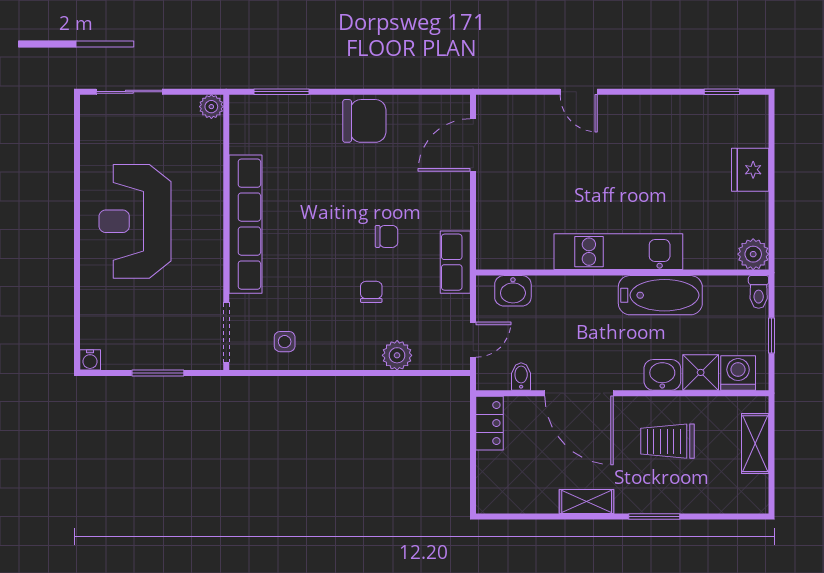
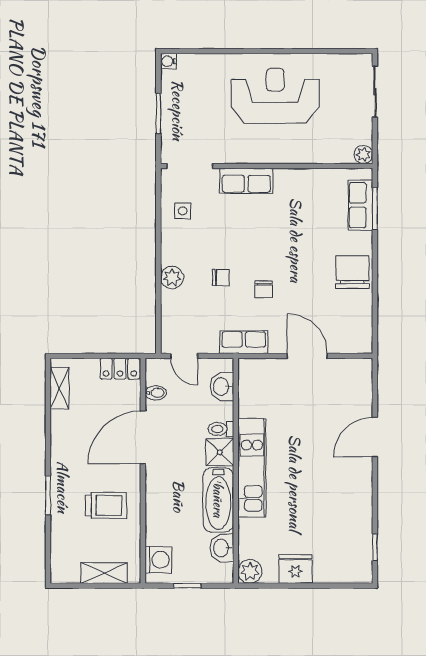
door: (579, 92) -> (375, 437), width x1.38
row of seats: (277, 110) -> (361, 205), added
chair: (364, 121) -> (352, 272), turned 180
door: (473, 145) -> (307, 356), moved
fridge: (750, 170) -> (295, 569), moved
row of seats: (245, 224) -> (246, 181), width x0.50
toilet: (759, 292) -> (221, 429), moved
plant: (397, 355) -> (172, 278), moved
shower: (701, 372) -> (220, 452), moved
washbasin: (662, 375) -> (222, 548), moved, turned 180
trolley: (667, 441) -> (106, 505), turned 90
shelving: (587, 501) -> (60, 388), moved

